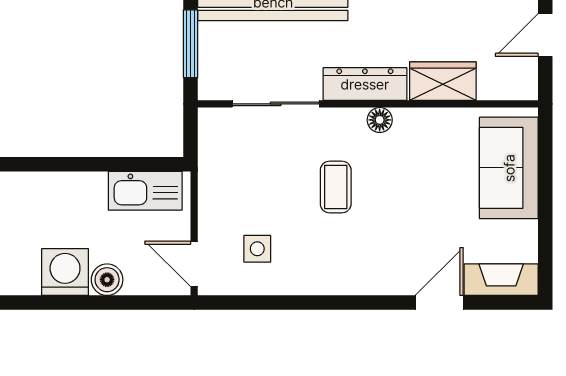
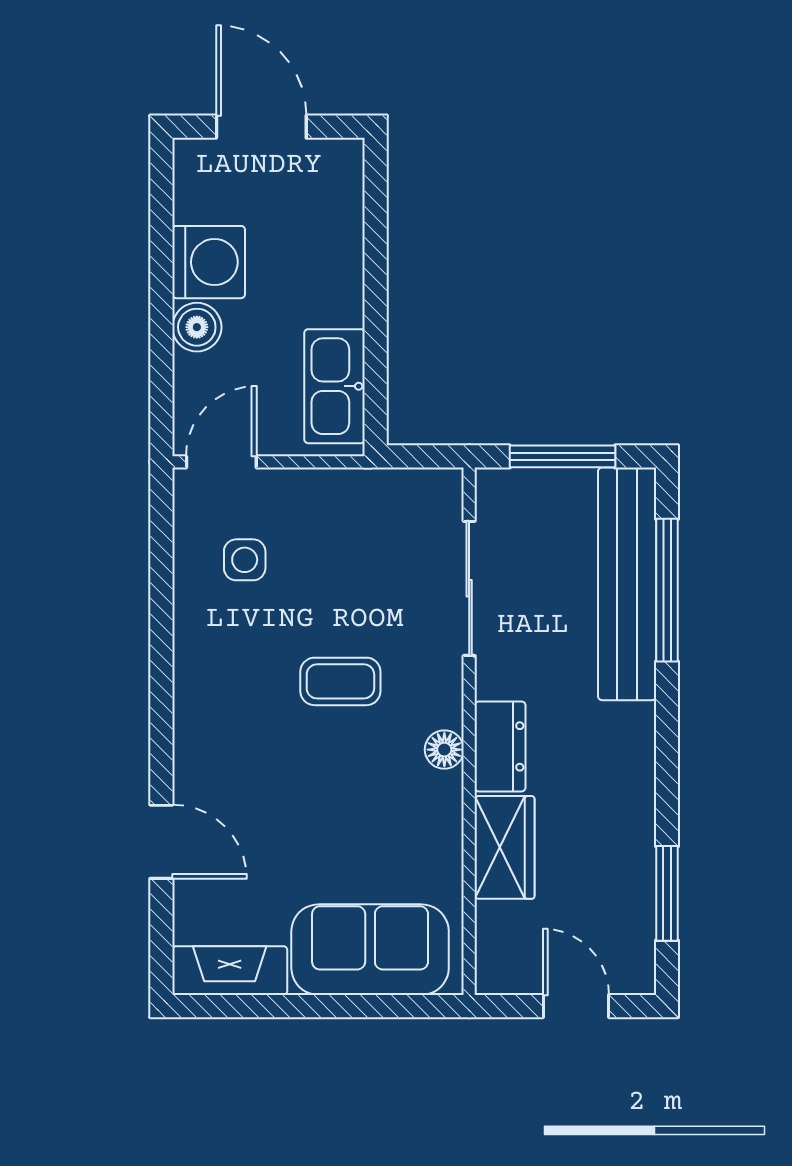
dresser: (365, 84) -> (500, 746), width x0.70
fireplace: (501, 280) -> (230, 971), moved, turned -90

